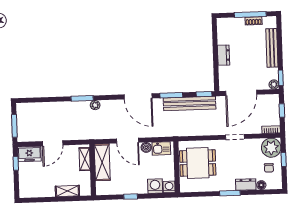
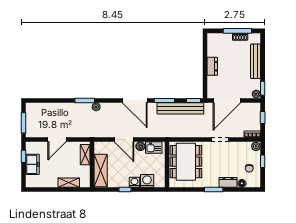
plant: (271, 148) -> (256, 146), width x0.53, depth x0.53
freezer: (29, 154) -> (32, 164), moved, turned -90
shelving: (102, 162) -> (101, 171), moved
dining table: (198, 163) -> (186, 162), width x1.38
washing machine: (169, 187) -> (134, 182), moved

